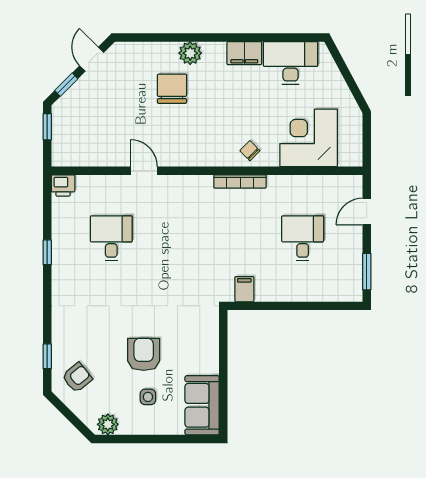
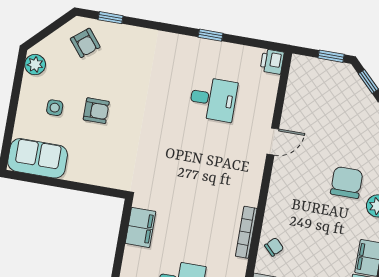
chair: (172, 89) -> (347, 182), turned -90
filing cabinet: (244, 289) -> (140, 227), width x2.00
armchair: (144, 354) -> (96, 111), width x0.72, depth x0.72

